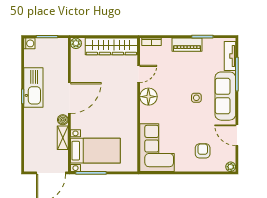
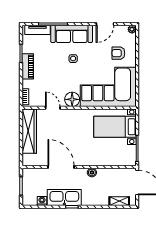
washing machine: (29, 43) -> (42, 201), moved
plant: (76, 43) -> (27, 161), removed
door: (69, 98) -> (61, 167), moved
shelving: (63, 138) -> (119, 201), moved
corner sofa: (157, 148) -> (108, 87), width x1.36, depth x1.36
bed with nightstands: (95, 151) -> (115, 127), moved, turned -90

